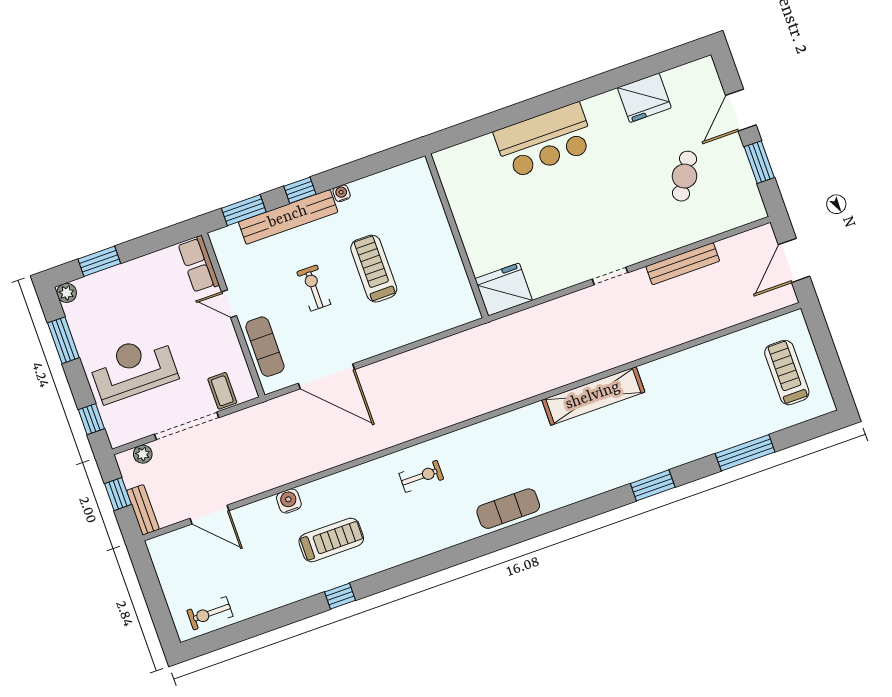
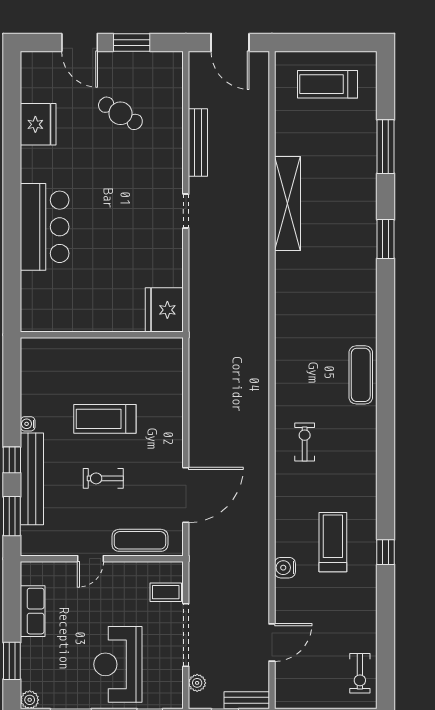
row of seats: (199, 264) -> (33, 611), moved, turned -90
shelving: (593, 396) -> (287, 203), moved

